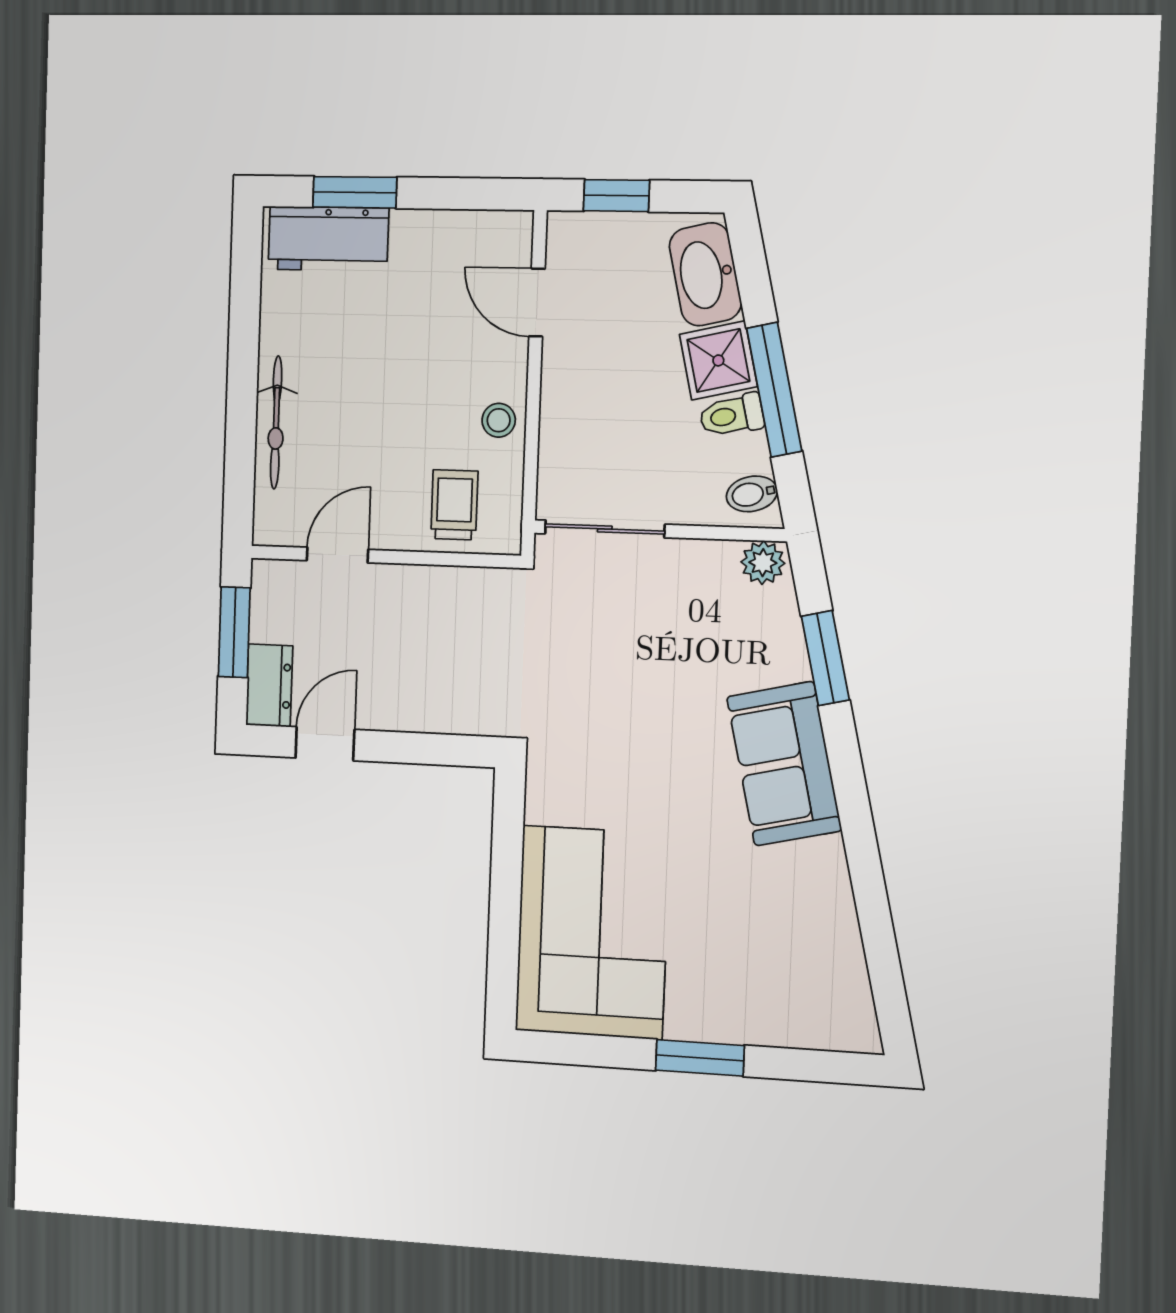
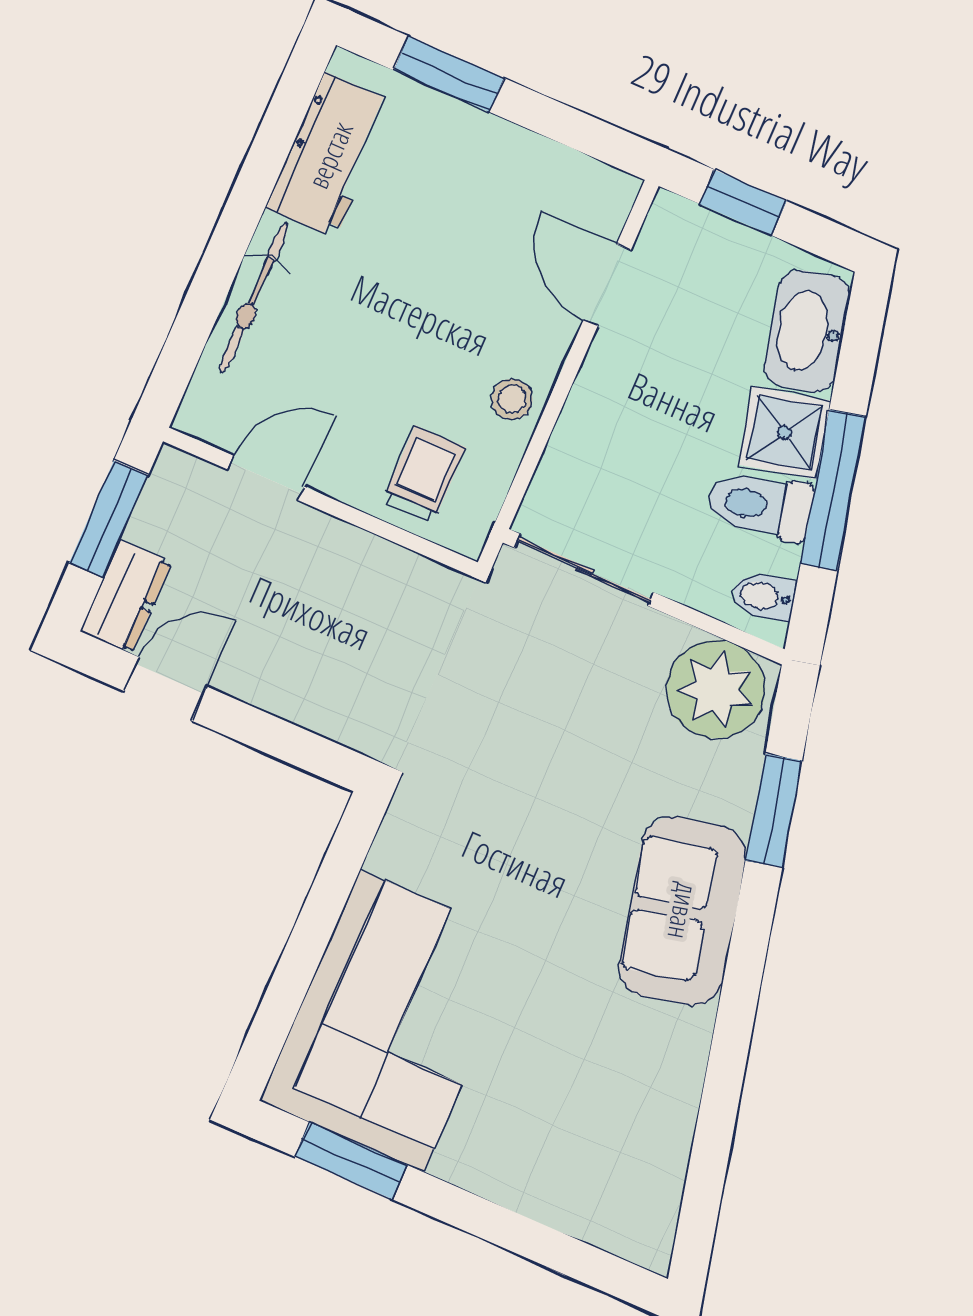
workbench: (328, 239) -> (330, 155), moved, turned -90
toilet: (732, 415) -> (760, 505), width x1.37, depth x1.39
plant: (763, 563) -> (716, 689), width x1.88, depth x1.88
window: (700, 1058) -> (351, 1161), moved

